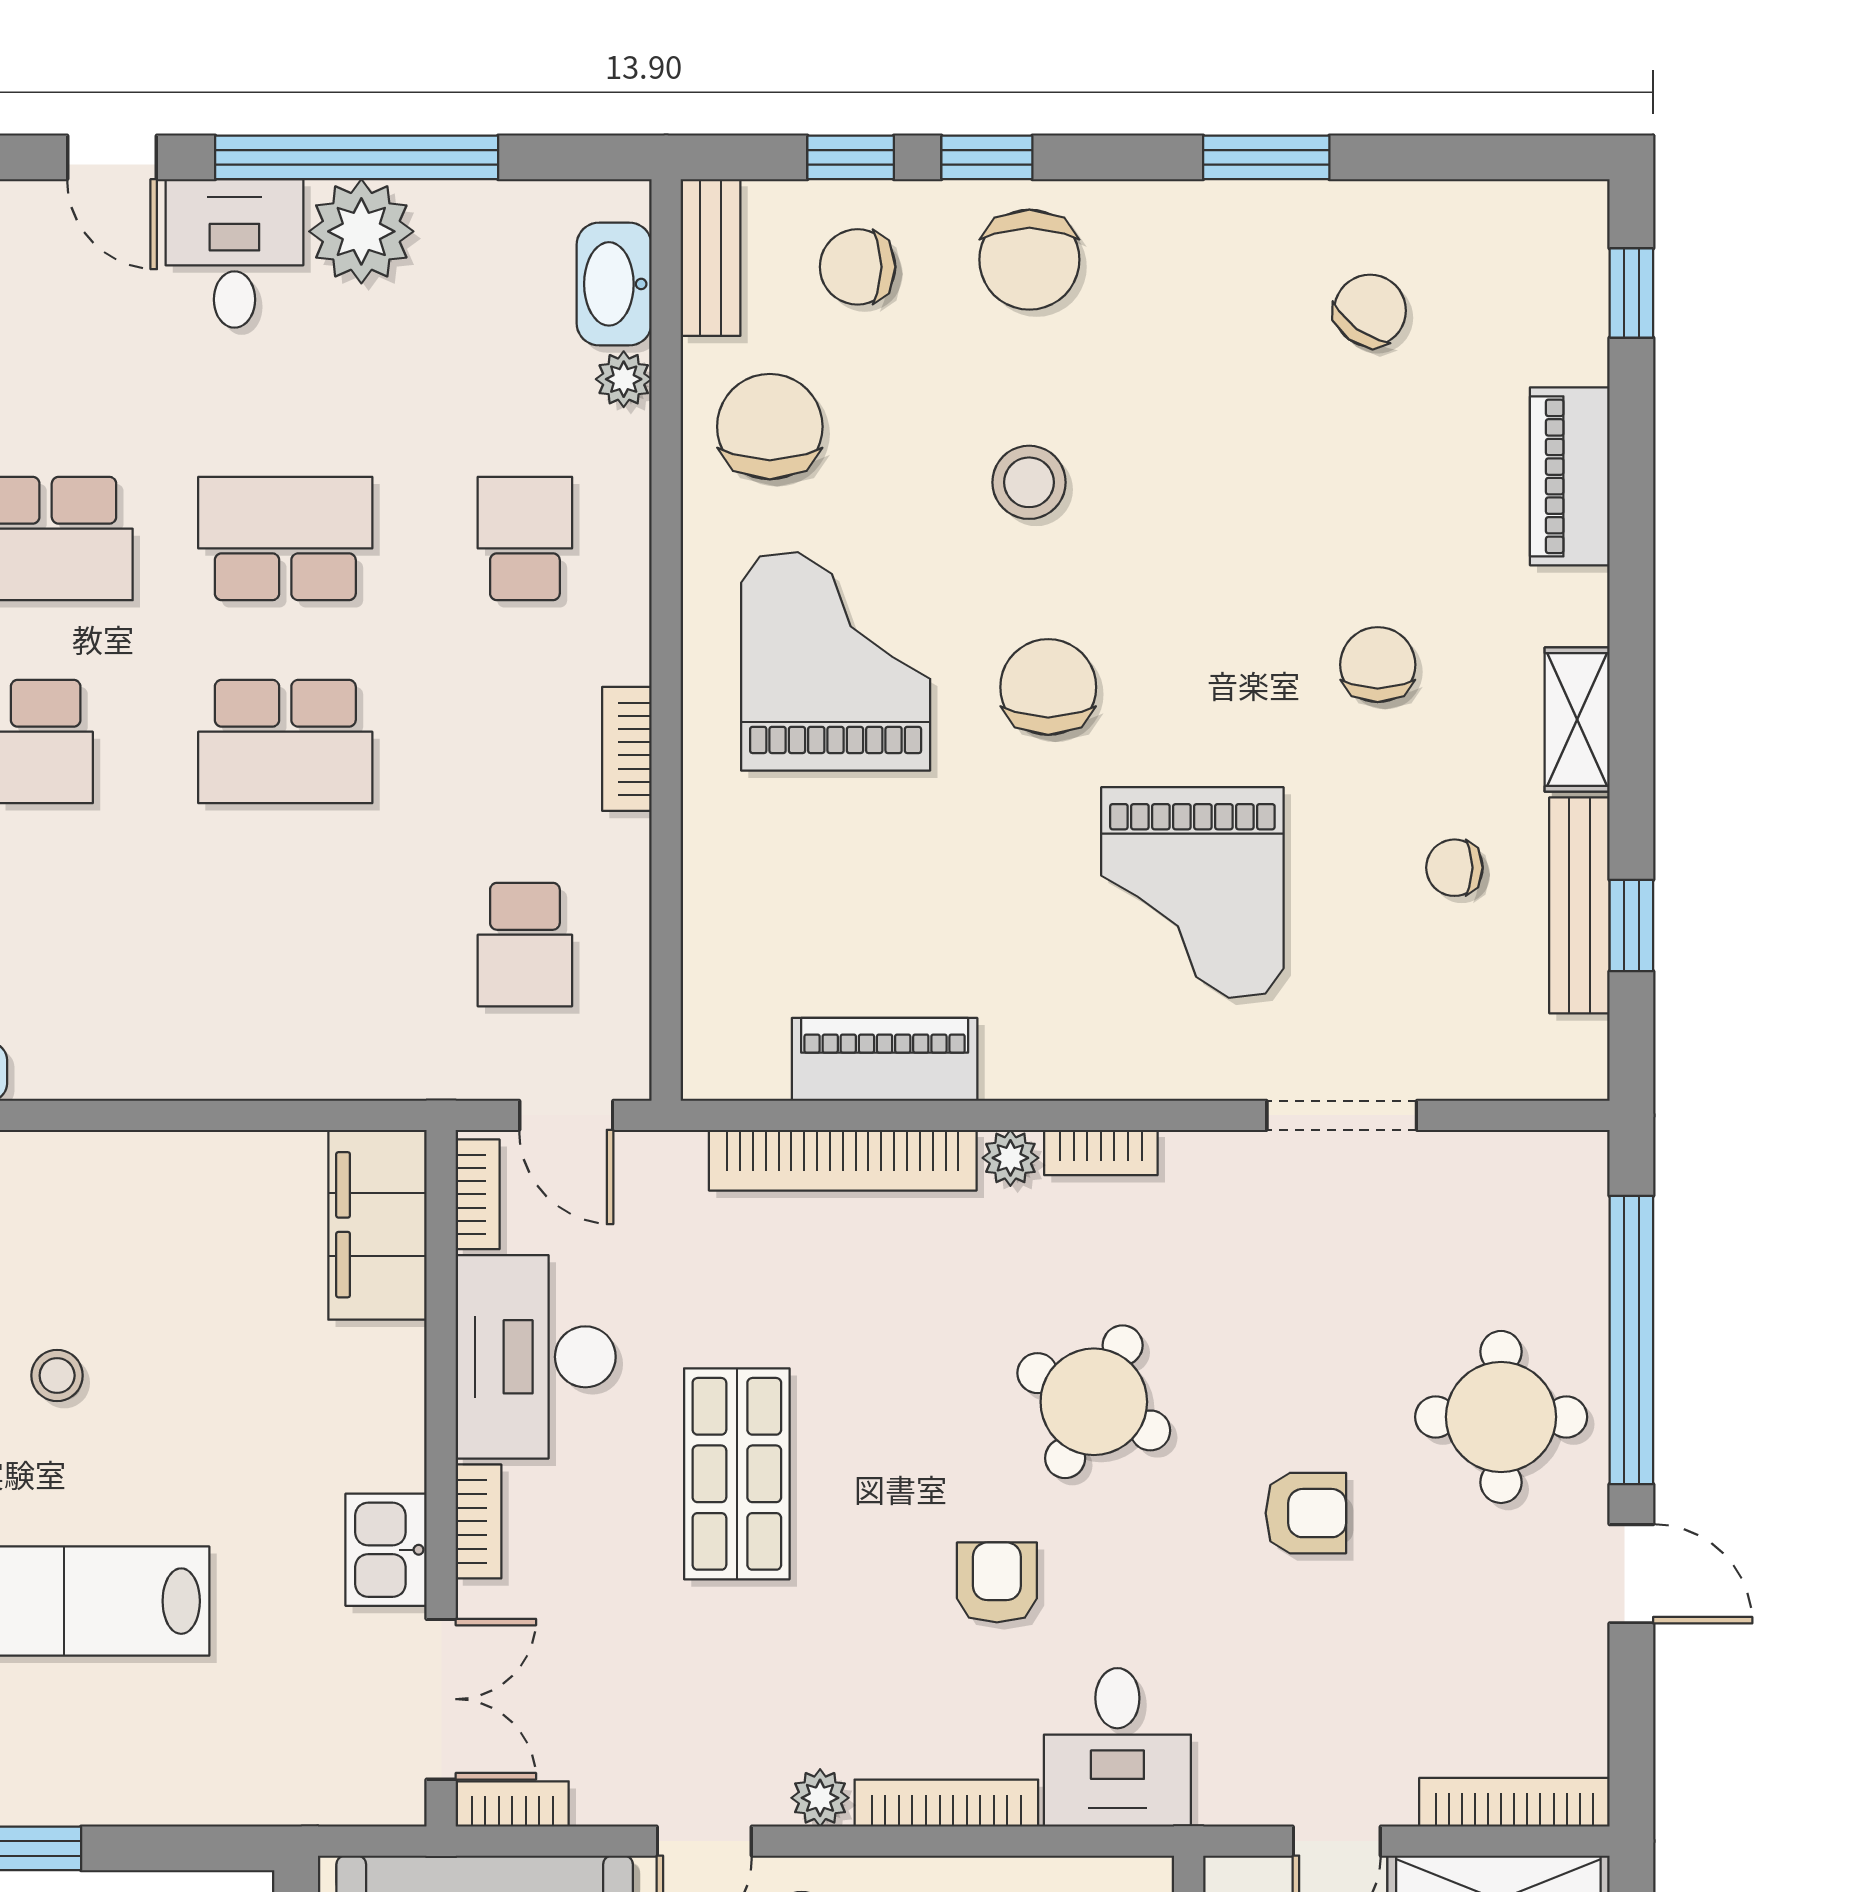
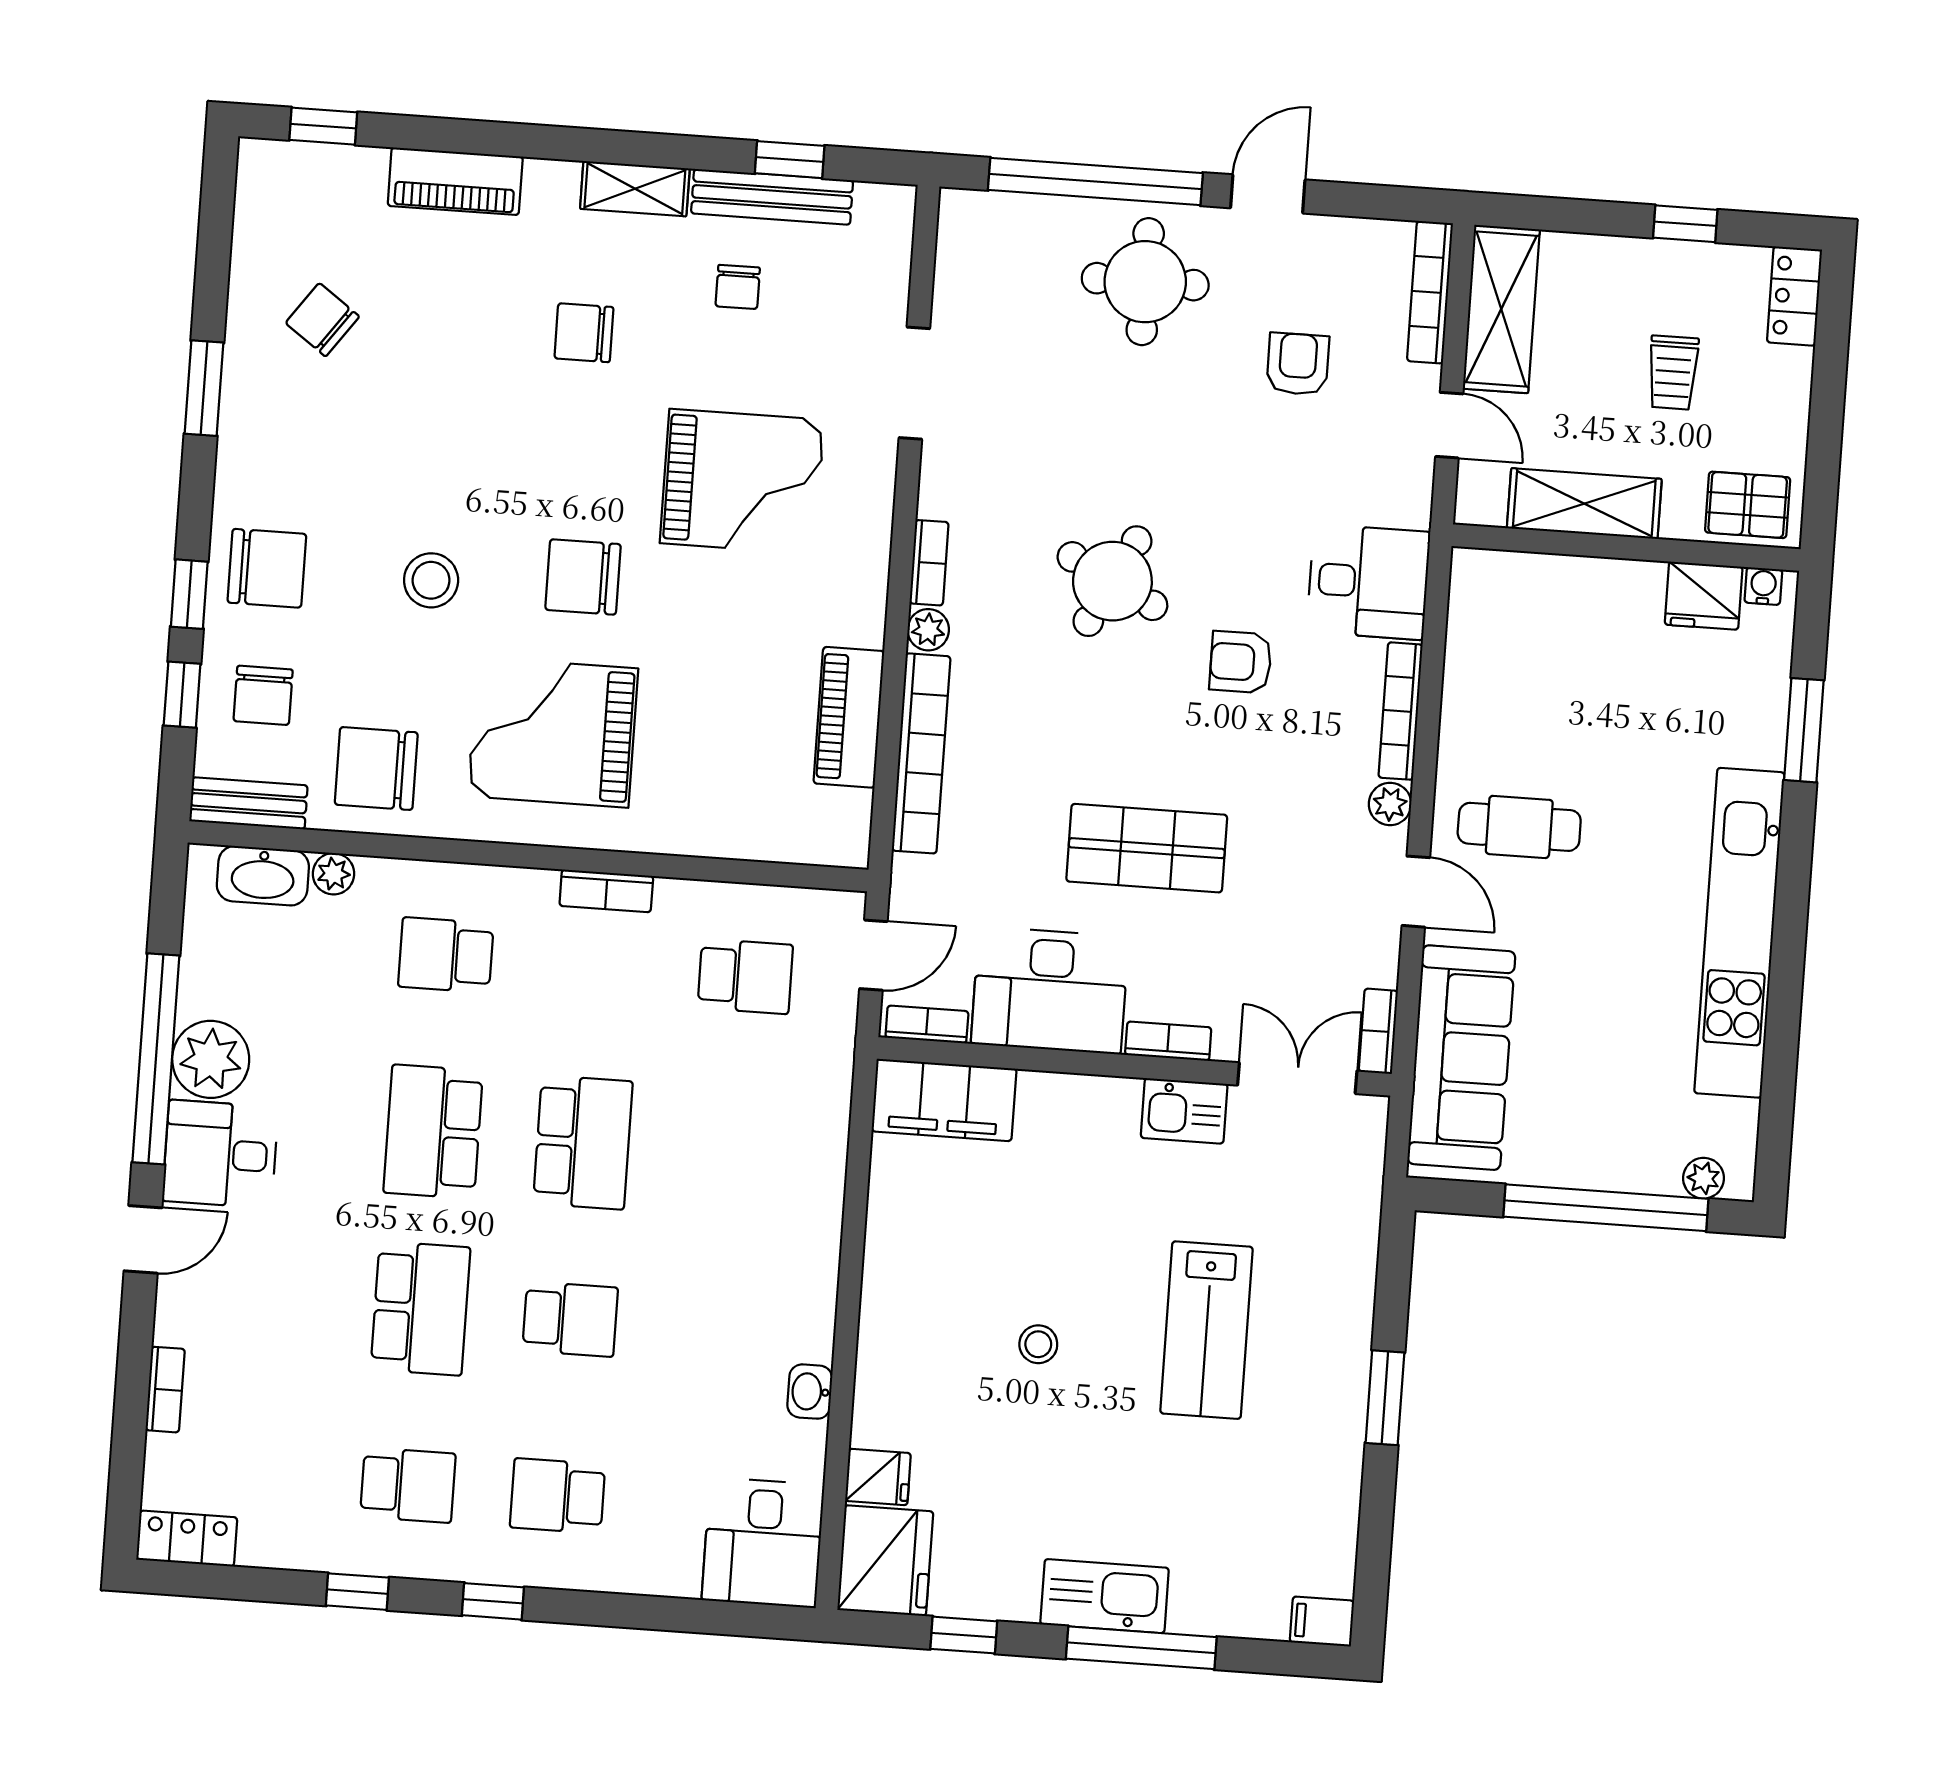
armchair: (1306, 1513) -> (1298, 364), moved

